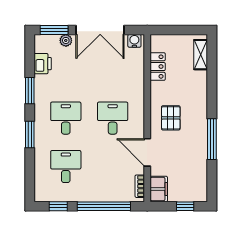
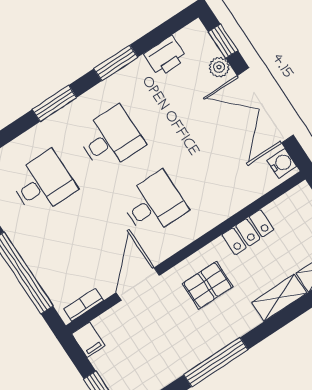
window: (54, 30) -> (223, 41), width x0.67
locker: (158, 67) -> (248, 232), moved
shelving: (201, 86) -> (279, 298), added
filing cabinet: (159, 189) -> (88, 340), width x0.50

